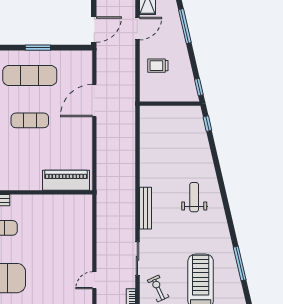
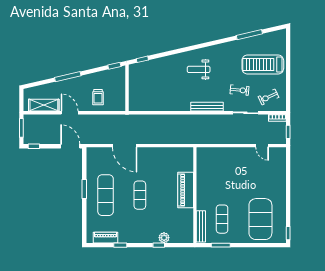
piano: (66, 180) -> (186, 190), moved
exercise bike: (167, 251) -> (240, 90), added

